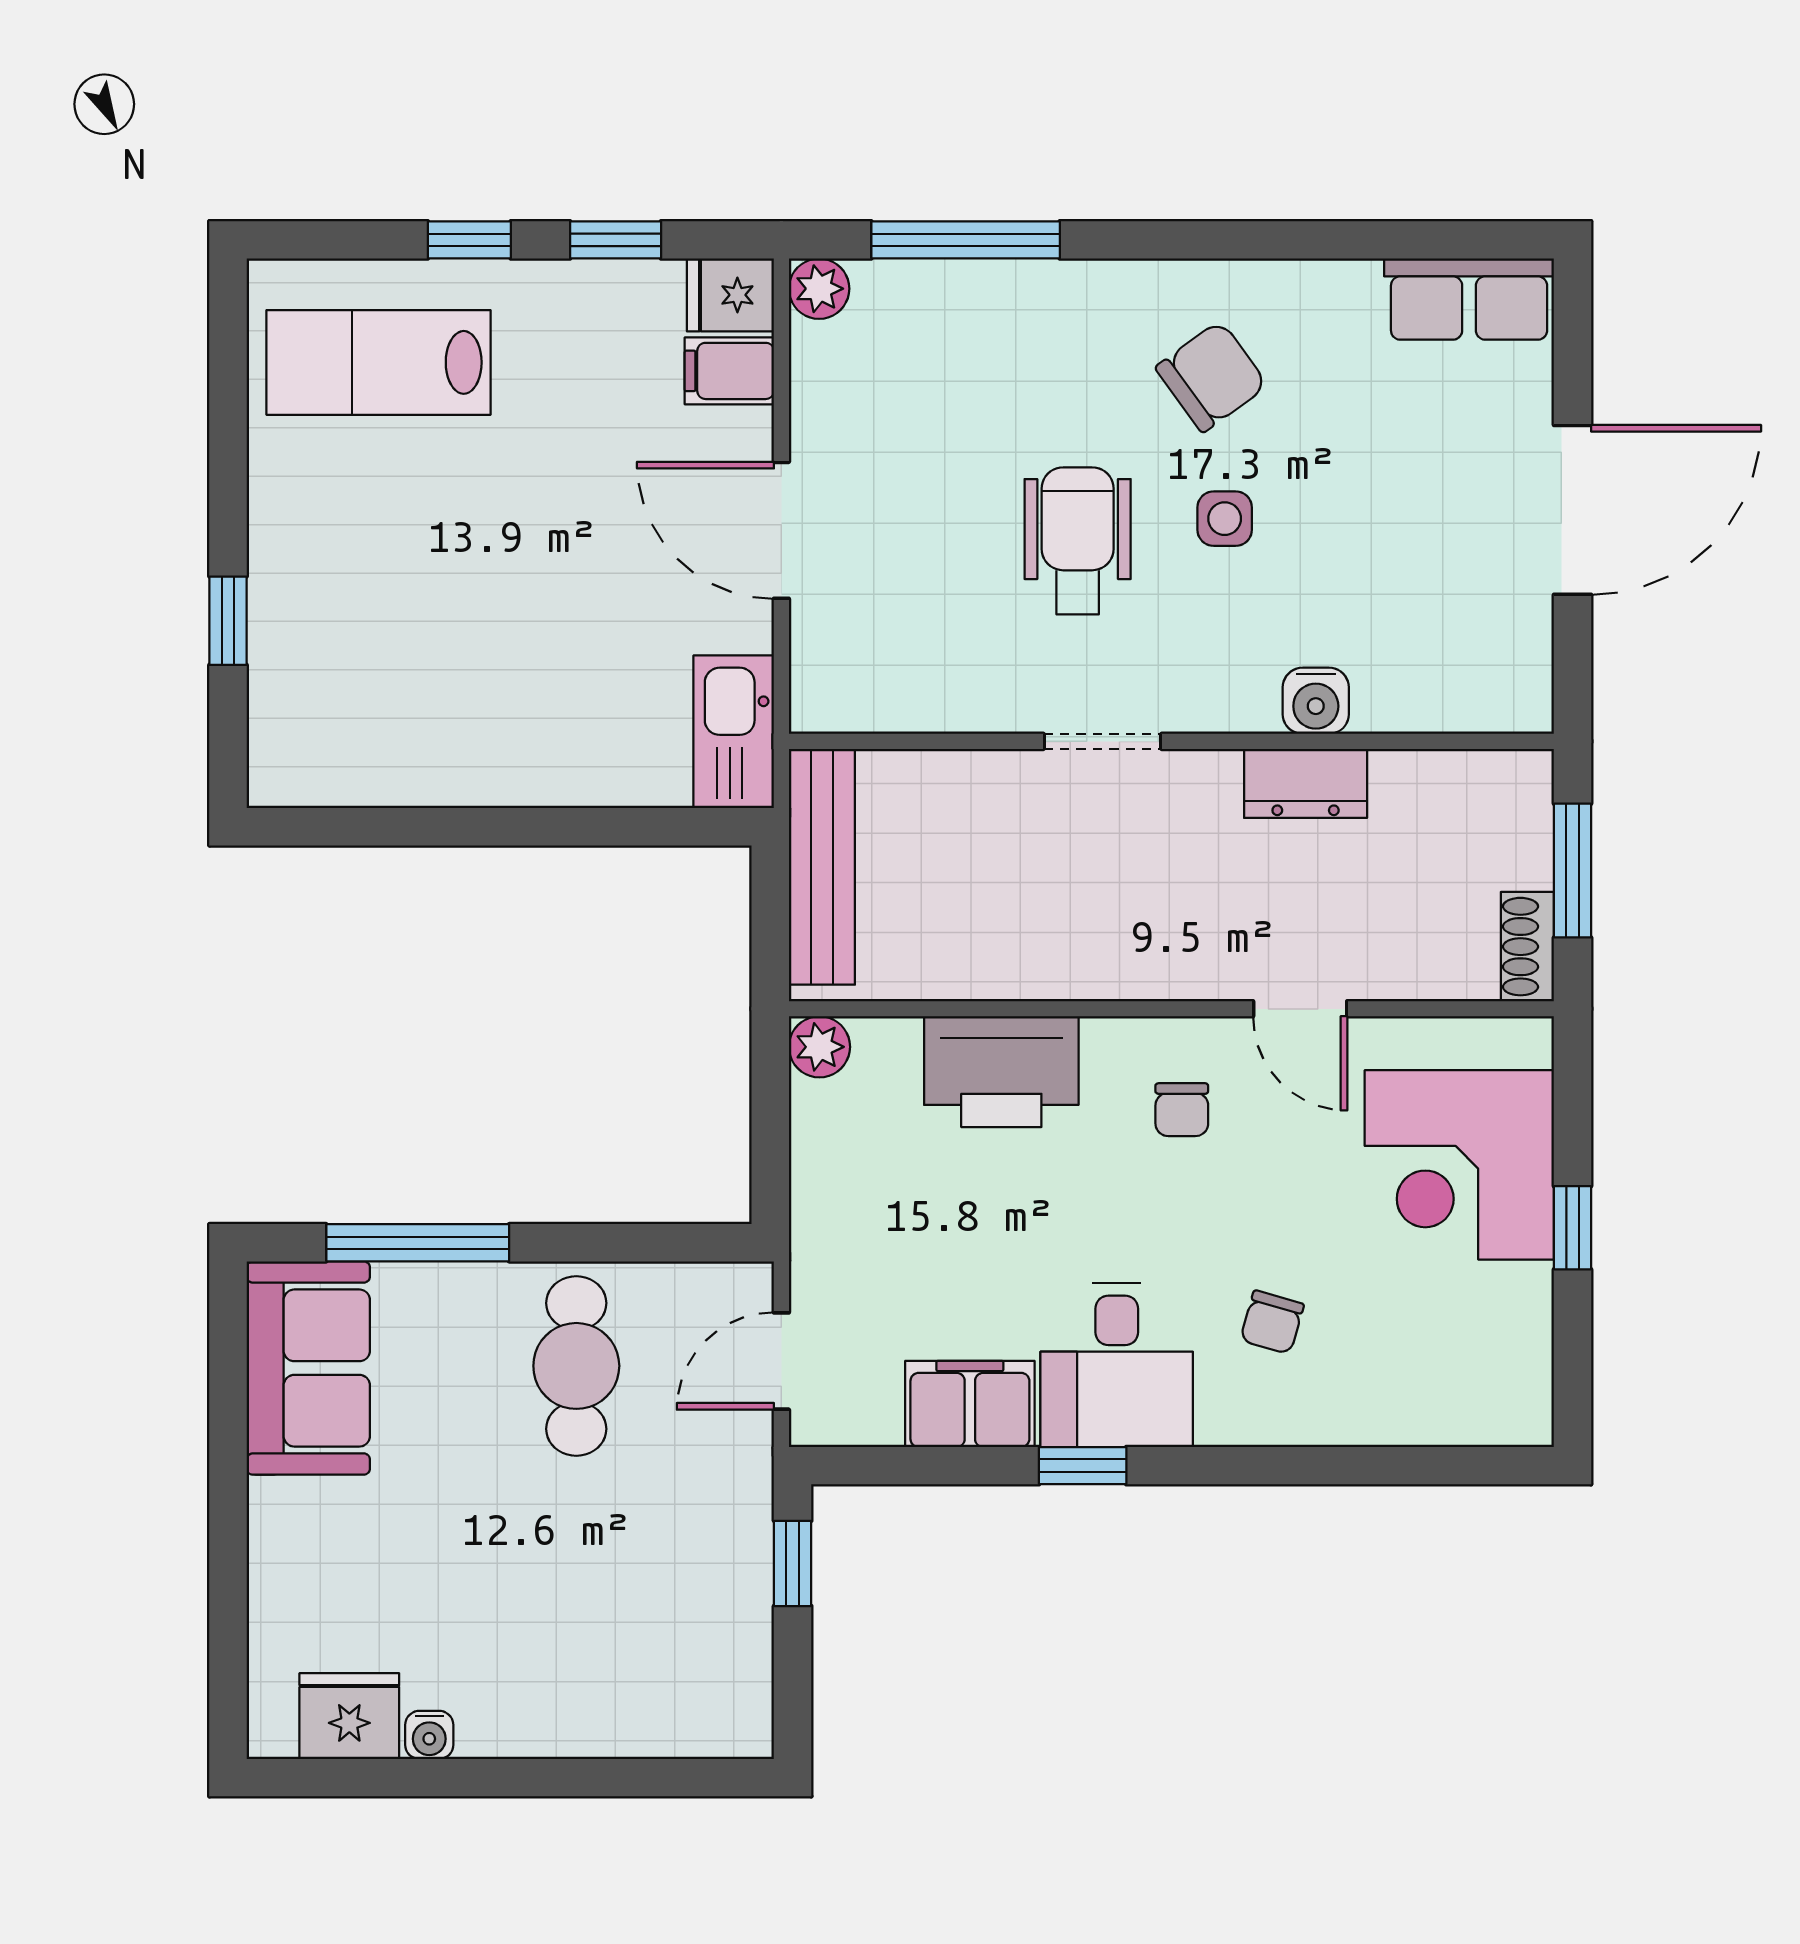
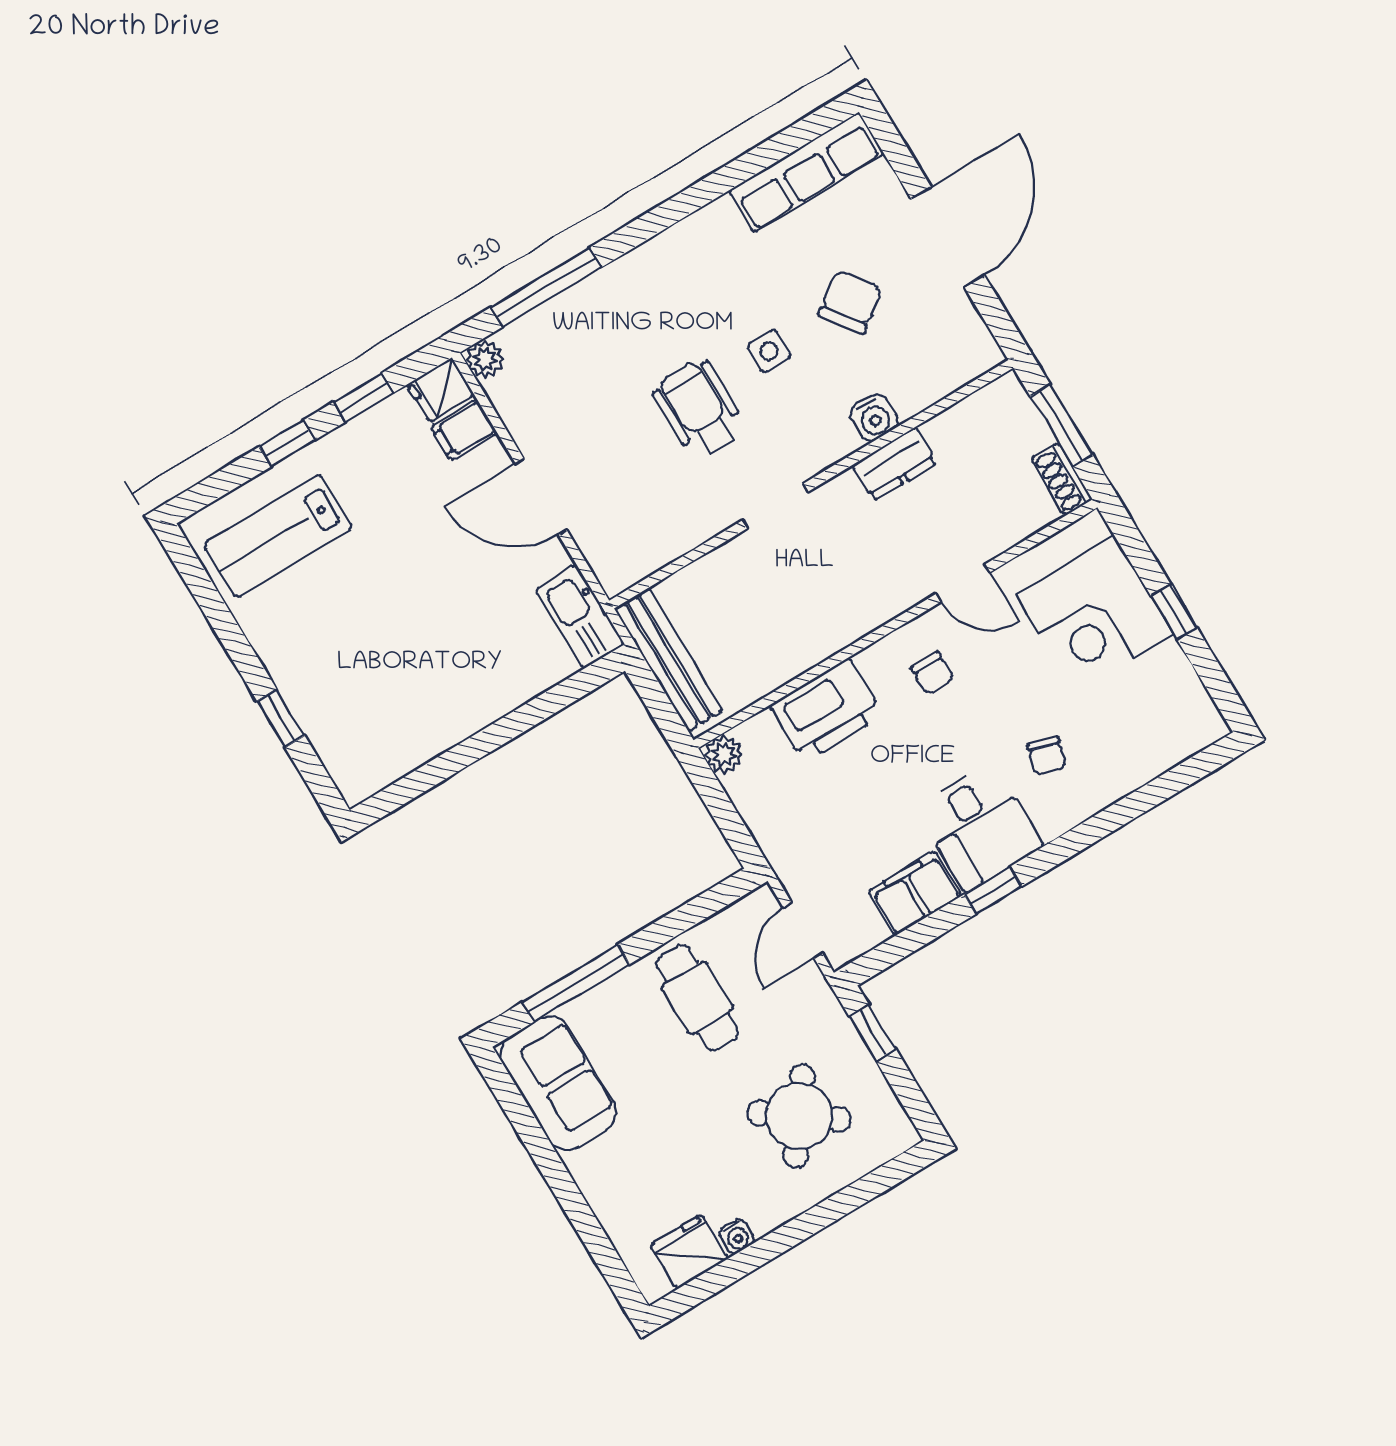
row of seats: (1469, 299) -> (806, 172), width x1.48
chair: (1212, 376) -> (850, 302), moved
round table: (619, 1619) -> (799, 1116), added

